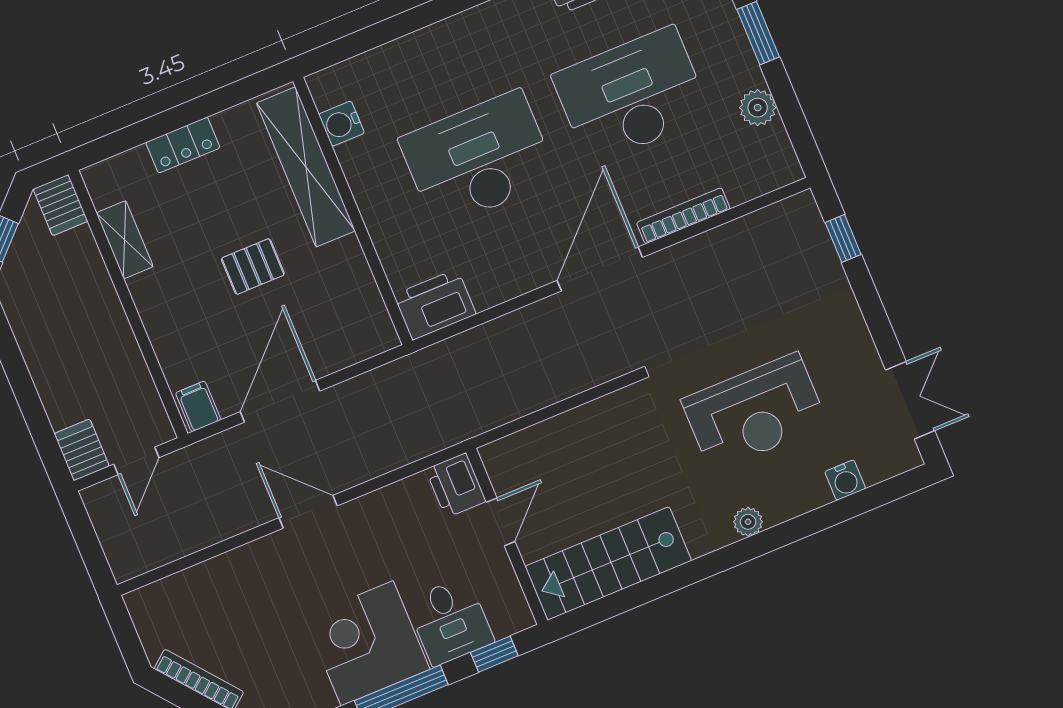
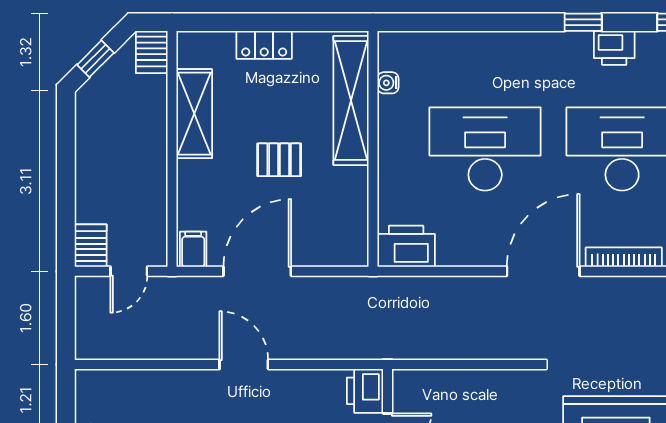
water cooler: (342, 124) -> (388, 83), width x0.72, depth x0.72
shelving: (125, 240) -> (194, 114), width x1.50, depth x1.33

